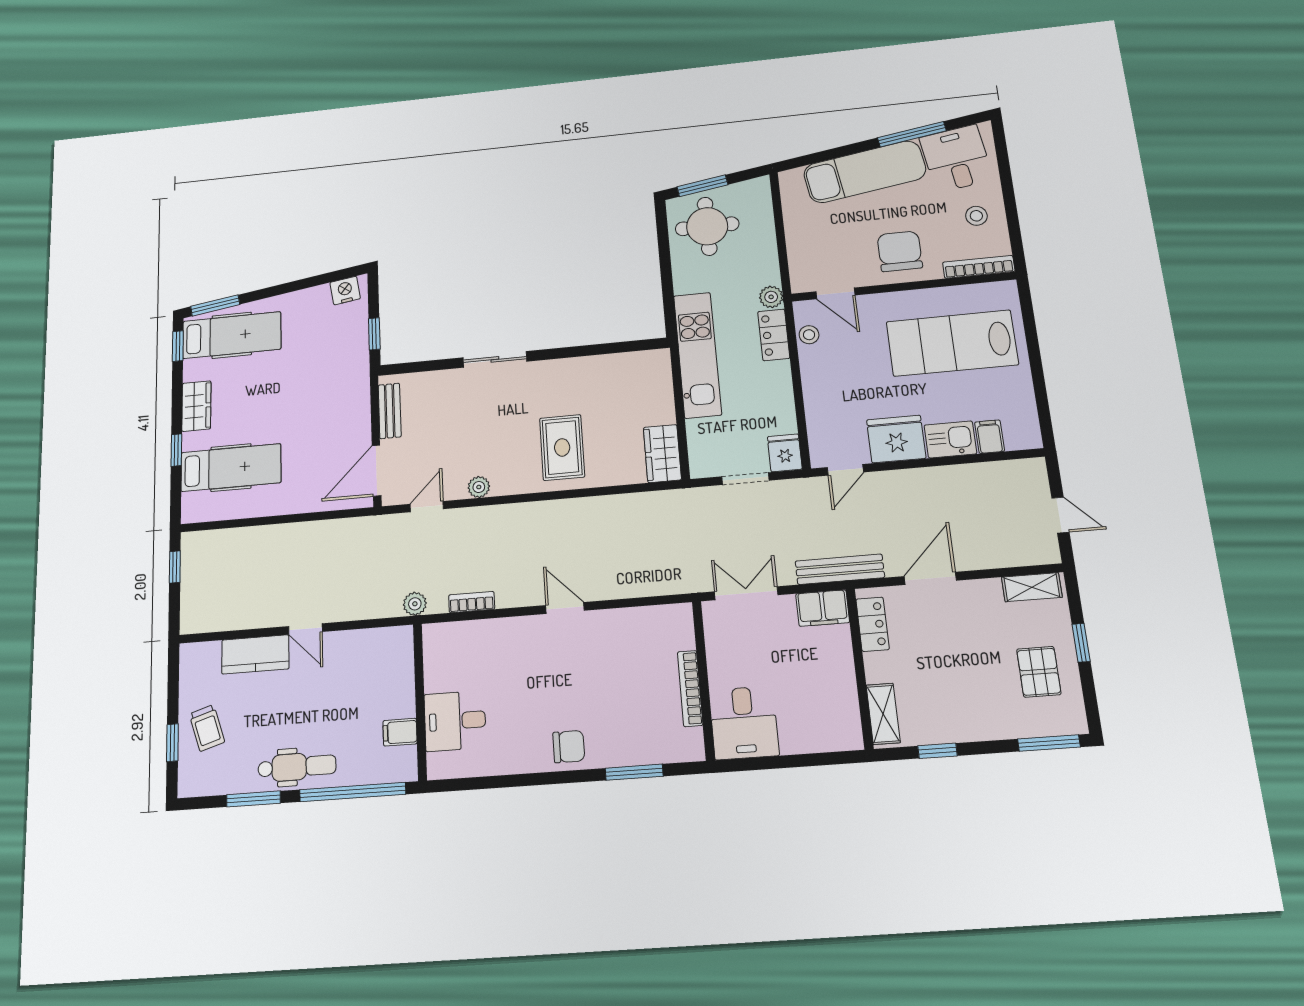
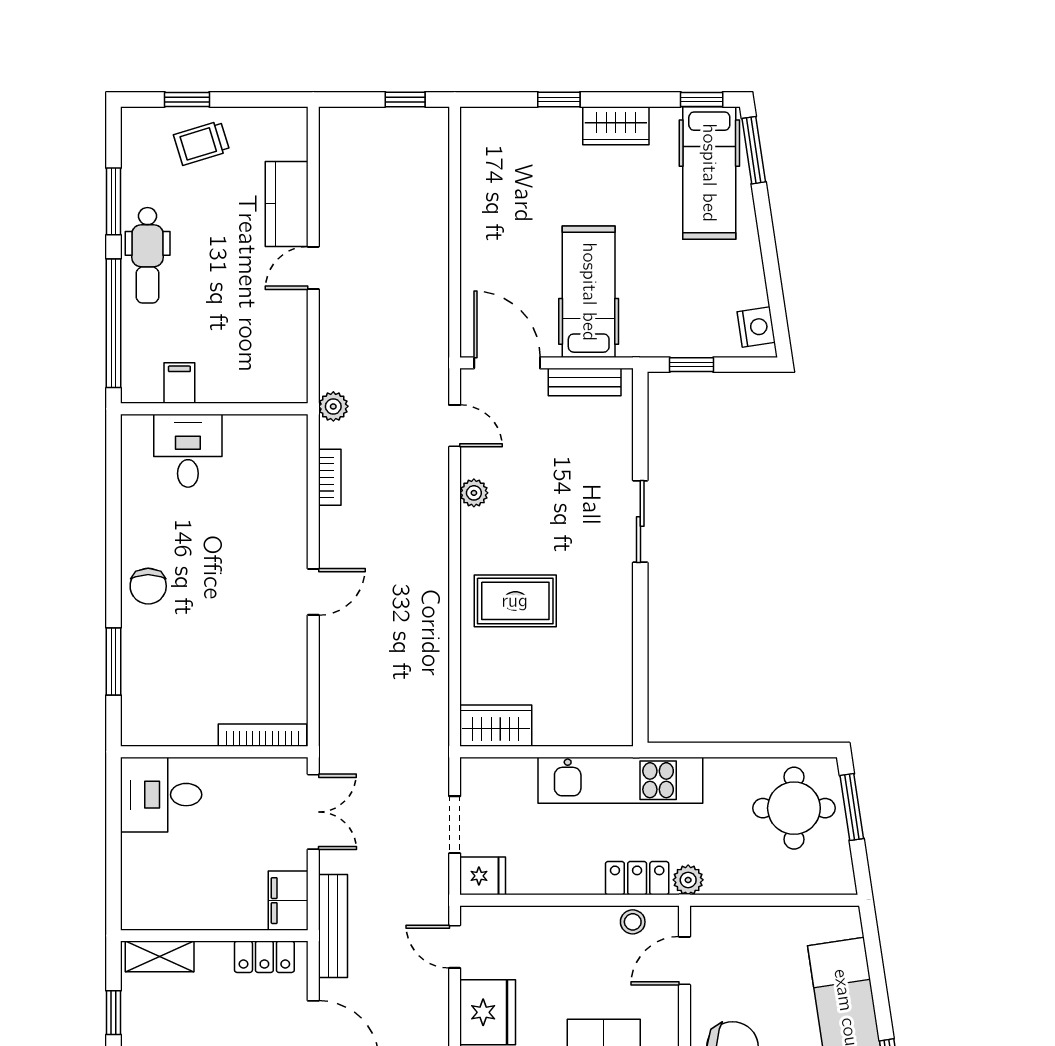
hospital bed: (231, 468) -> (589, 292), moved, turned 180
bookcase: (690, 688) -> (262, 735), moved

